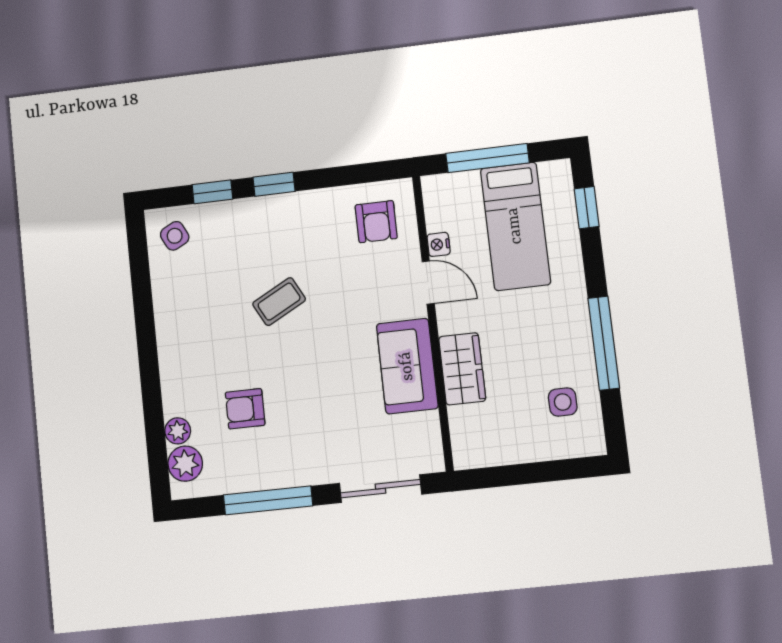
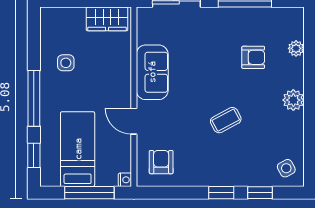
nightstand: (439, 244) -> (125, 180), moved
window: (604, 343) -> (34, 98), moved
wardrobe: (462, 369) -> (107, 19), moved, turned -90
side table: (563, 402) -> (66, 63), moved
plant: (185, 464) -> (293, 100), moved

